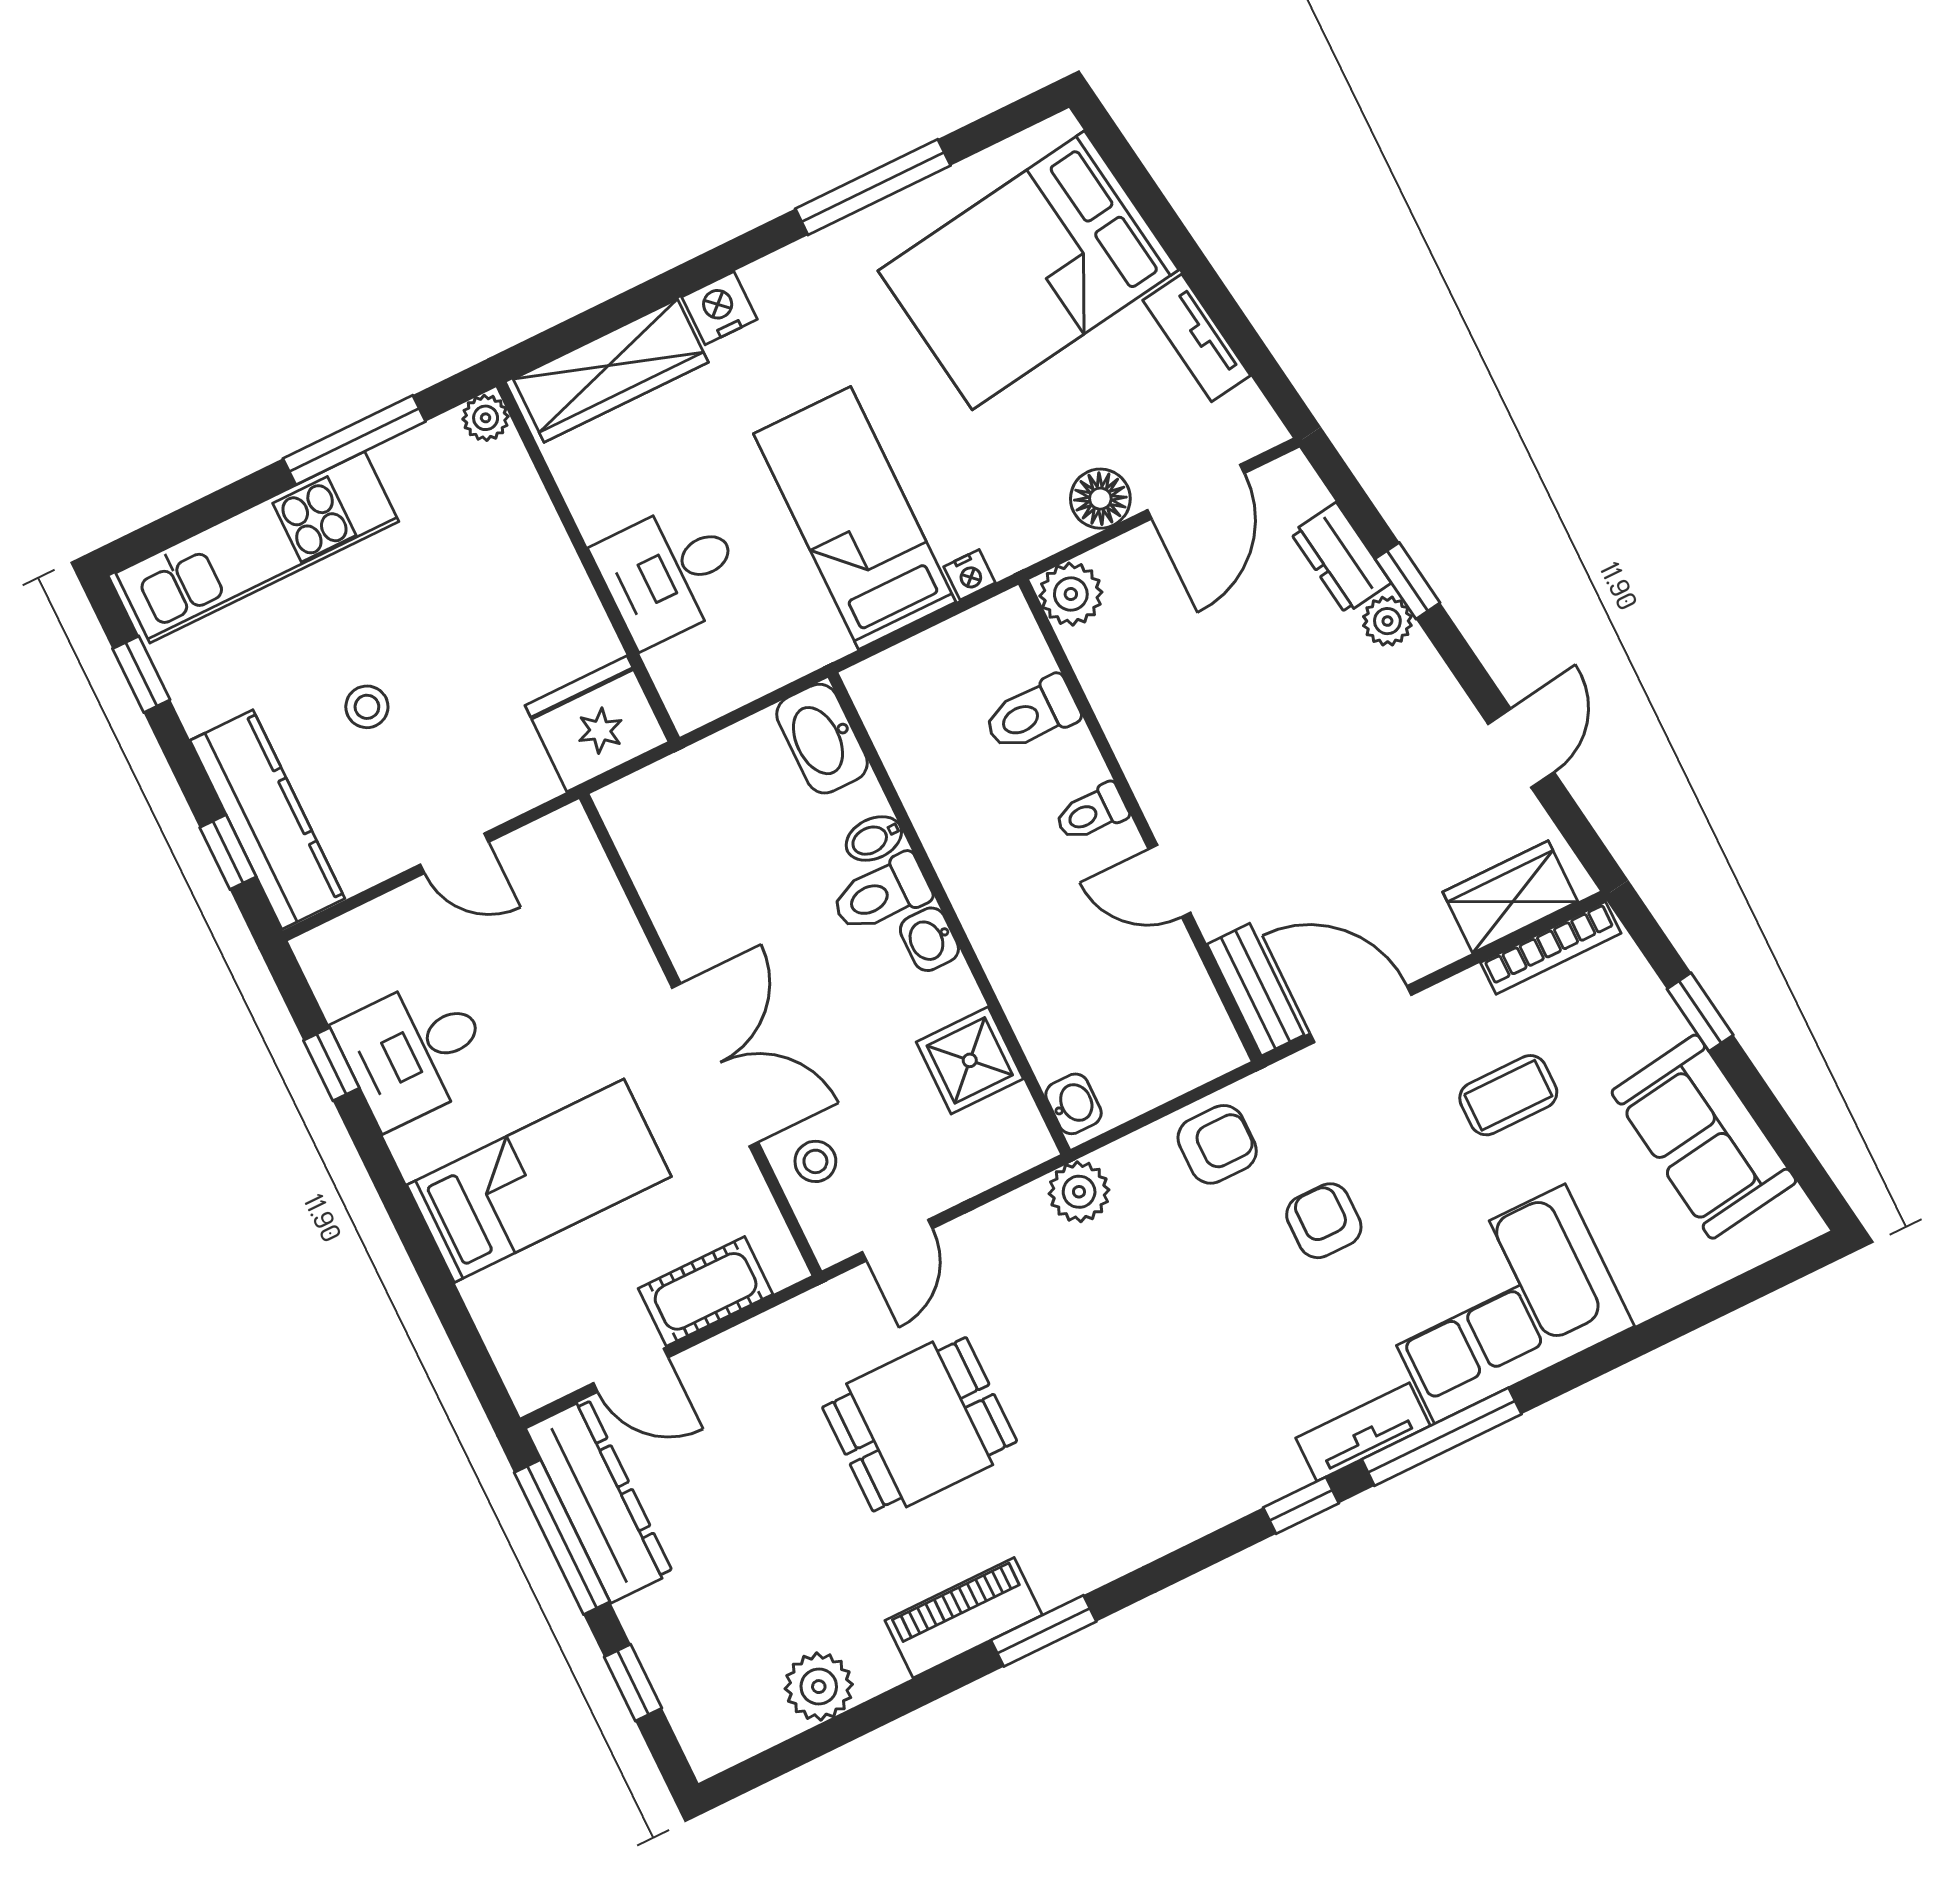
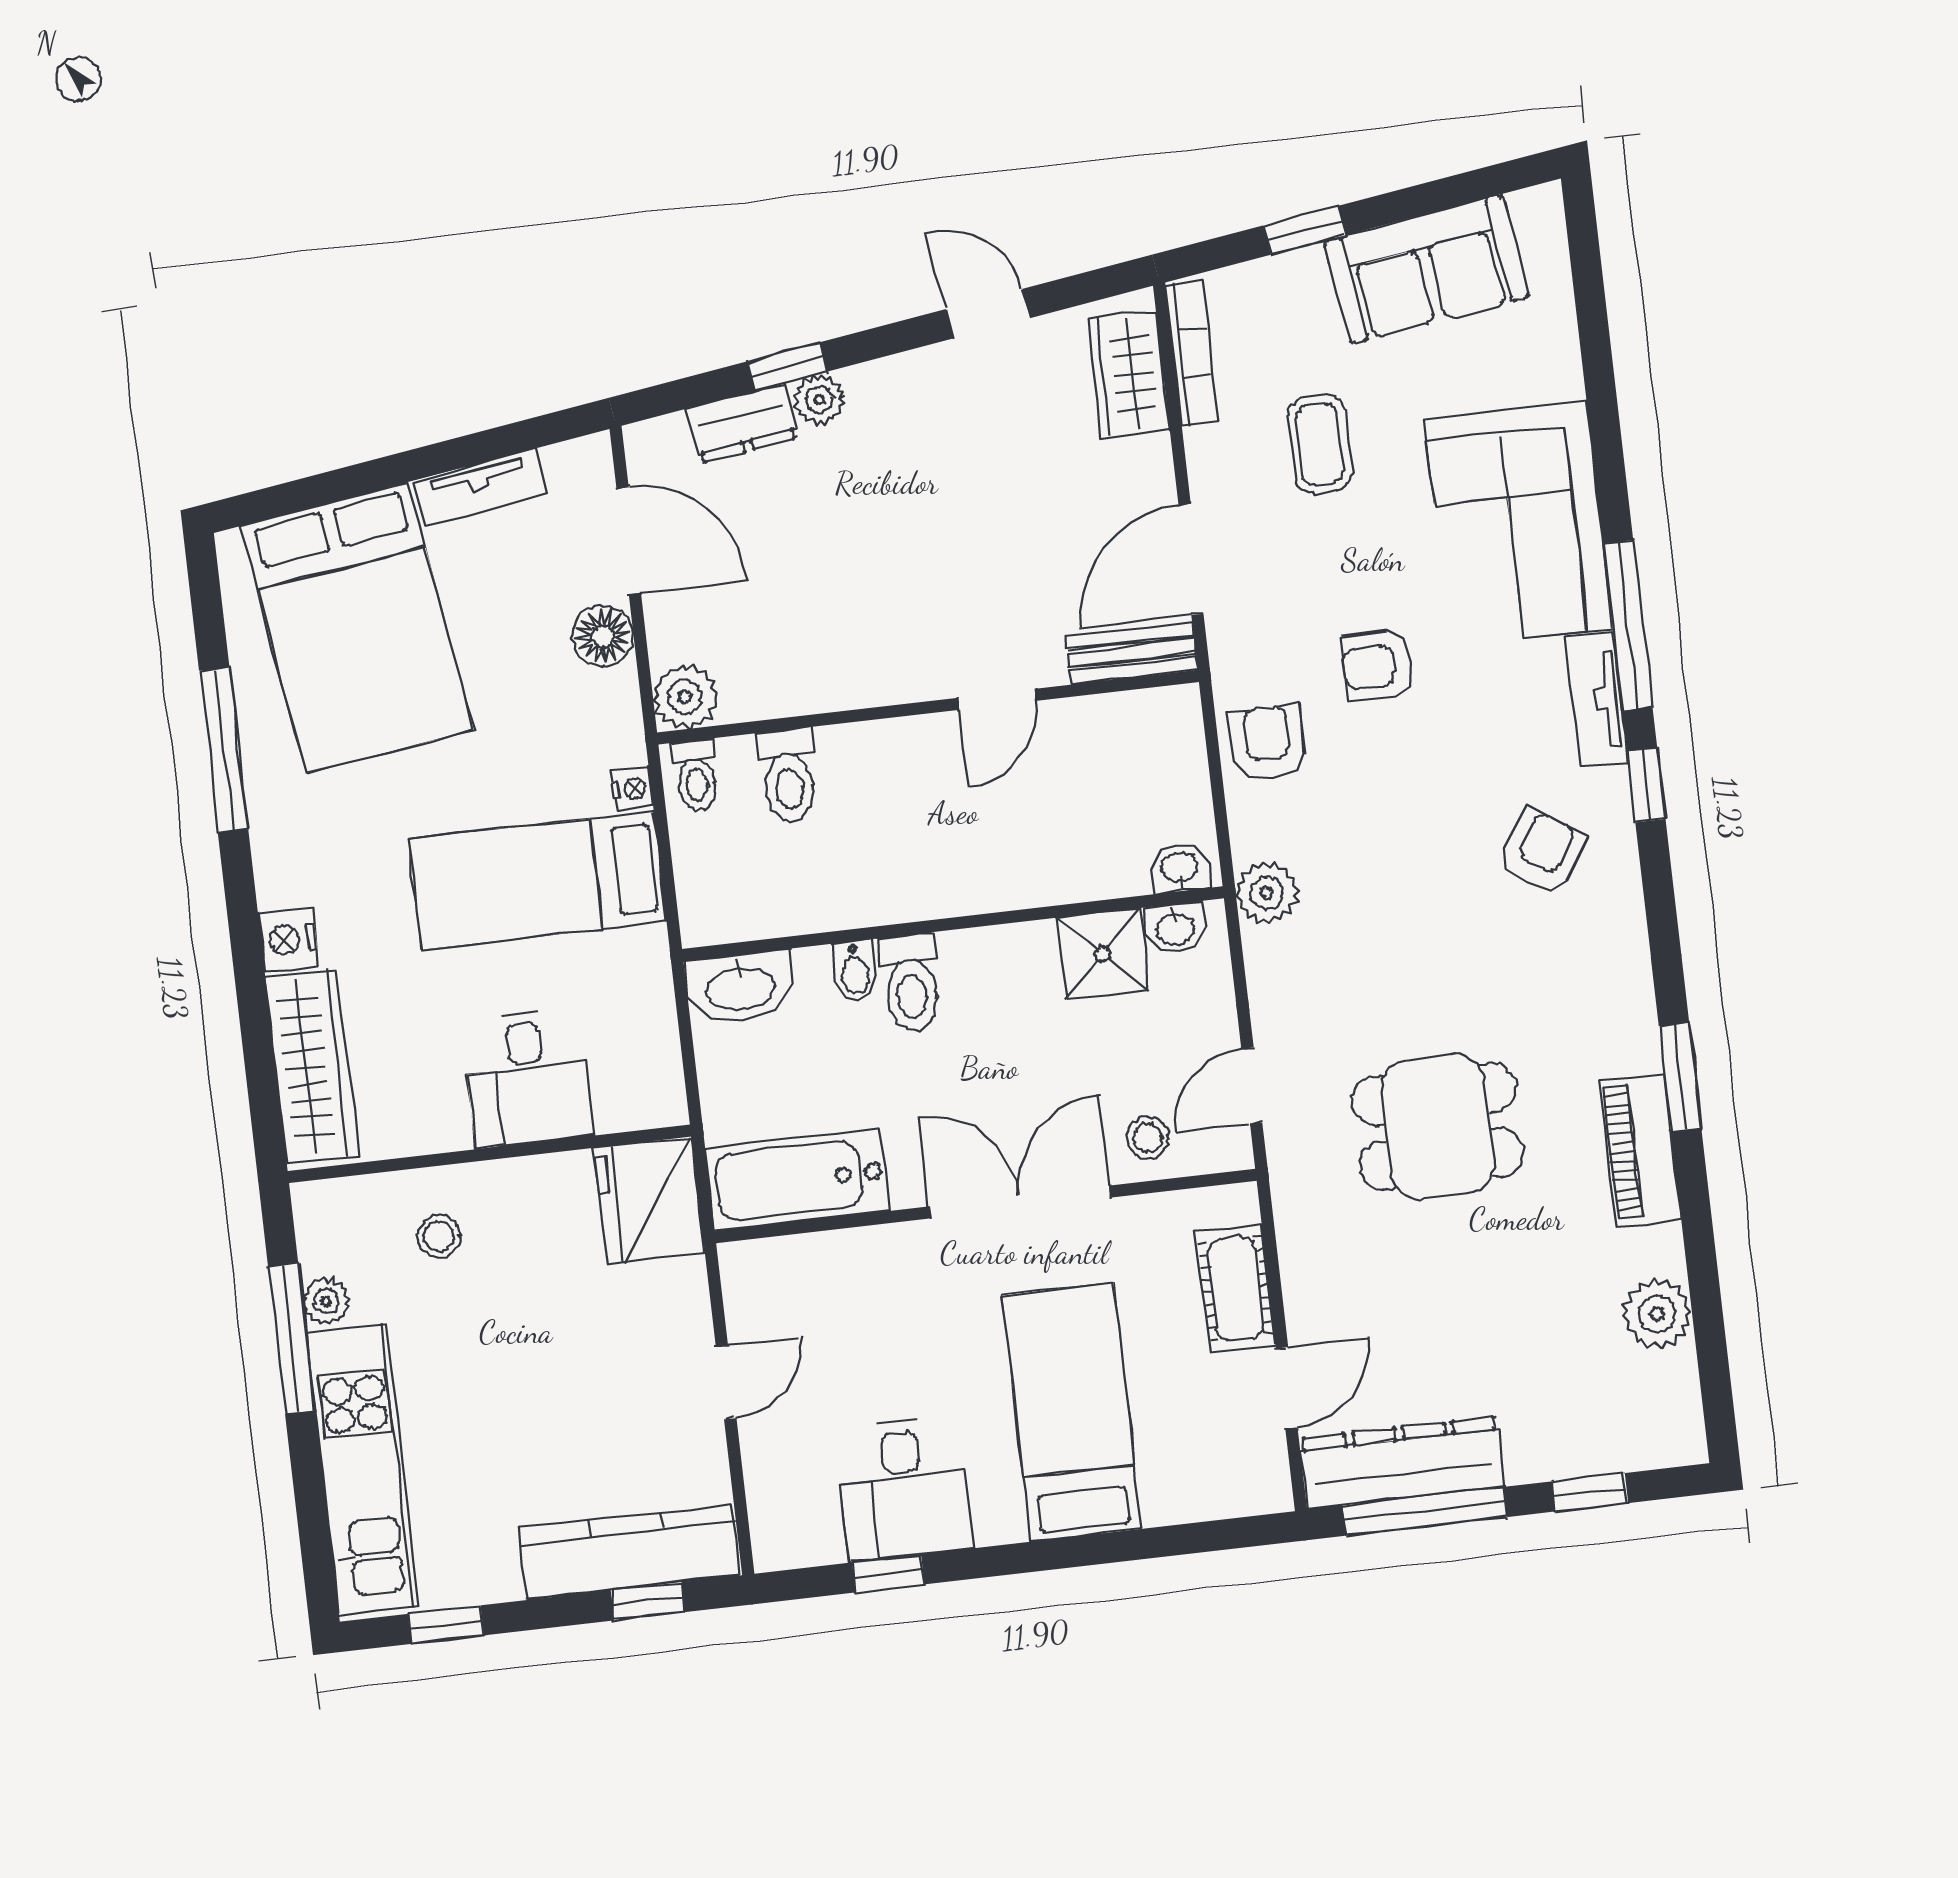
plant: (486, 418) -> (326, 1301), moved
stool: (367, 707) -> (439, 1237), moved
toilet: (1092, 813) -> (696, 776), moved
bathtub: (664, 853) -> (797, 1180), added
washbasin: (929, 939) -> (1176, 928), moved
door: (897, 1240) -> (1252, 1086), swing flipped
dining table: (920, 1424) -> (1438, 1127), turned 90
armchair: (1206, 1431) -> (1542, 852), added

